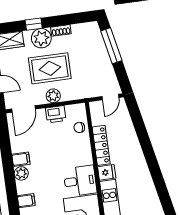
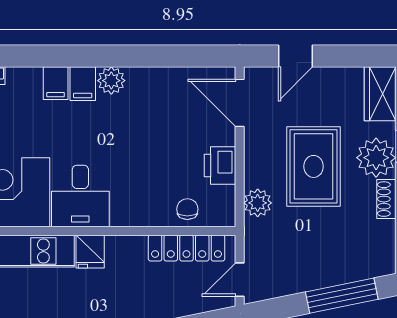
plant: (53, 96) -> (258, 203), moved
door: (110, 97) -> (240, 280), hinge flipped
locker: (101, 145) -> (186, 248), moved
filing cabinet: (21, 159) -> (83, 84), moved

